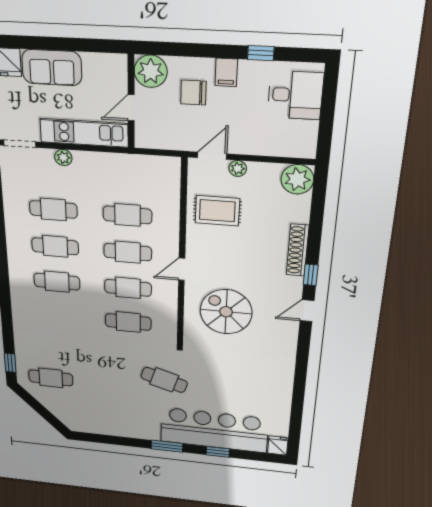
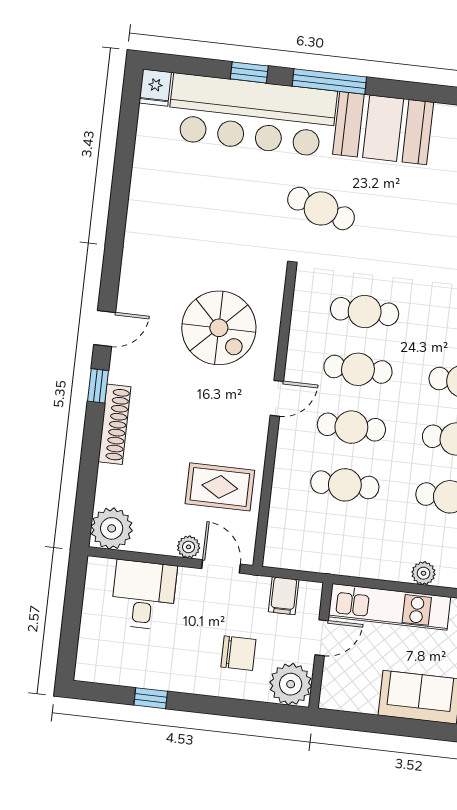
filing cabinet: (226, 72) -> (284, 596), moved, turned 180
desk: (295, 95) -> (144, 595), moved, turned 90
door: (212, 156) -> (221, 566), swing flipped
booth: (130, 422) -> (383, 128), added
window: (167, 446) -> (329, 82), width x1.44

